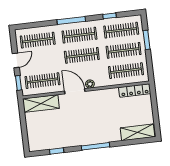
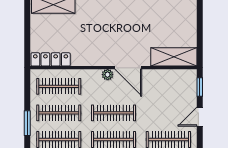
clothes rail: (43, 81) -> (168, 86), removed

